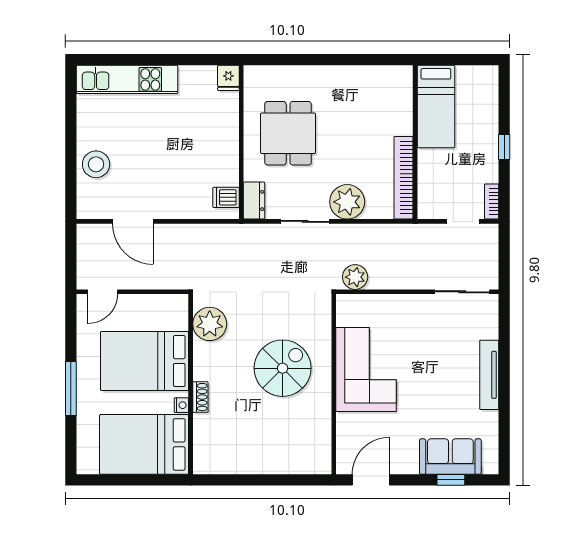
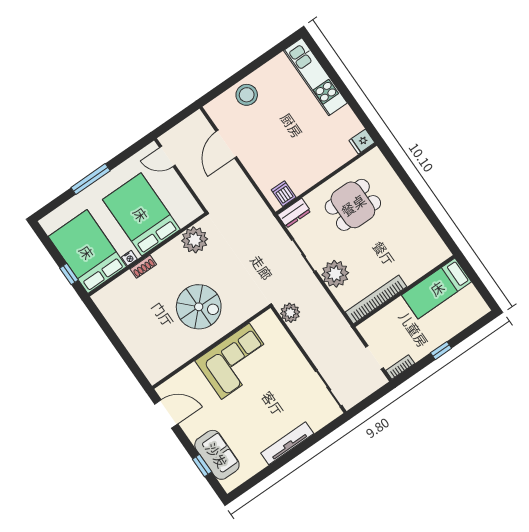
window: (154, 480) -> (69, 274), added

